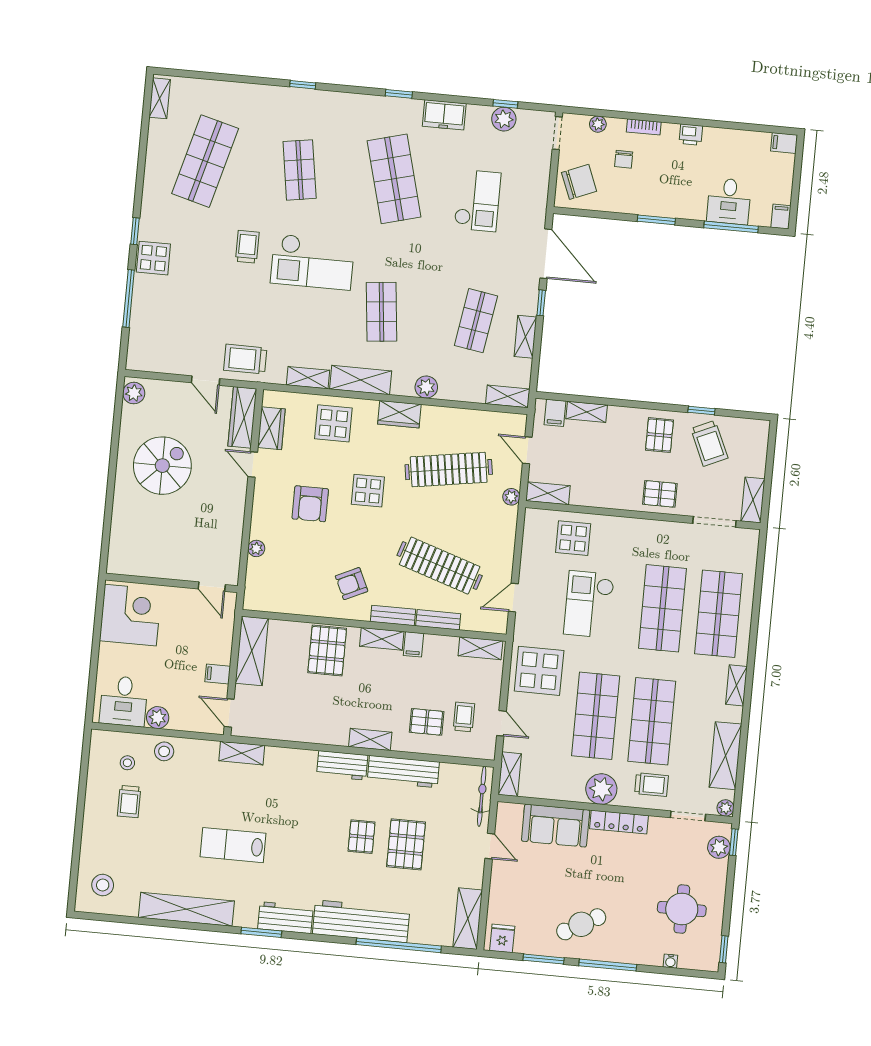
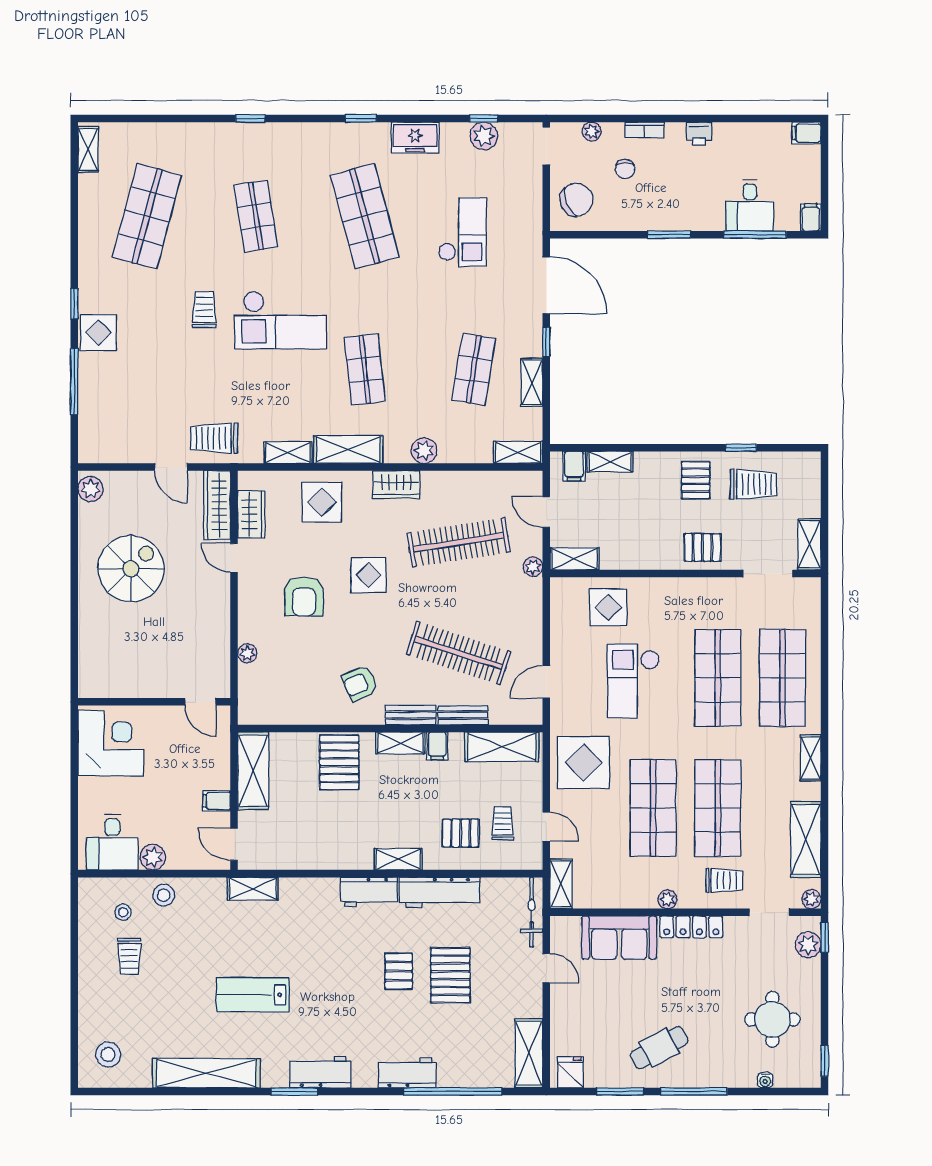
trolley: (709, 443) -> (754, 484), turned -66
shelving: (480, 648) -> (502, 747), width x1.50, depth x1.33
plant: (601, 789) -> (668, 899), width x0.53, depth x0.53
workbench: (361, 921) -> (407, 1073), width x0.53, depth x0.76

